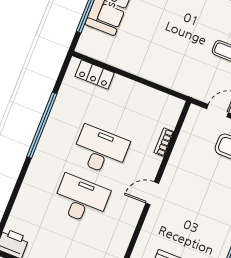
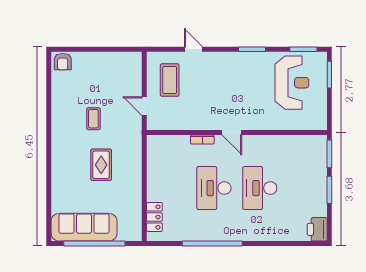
rug: (173, 40) -> (101, 165), added
bookcase: (164, 142) -> (202, 140), moved

